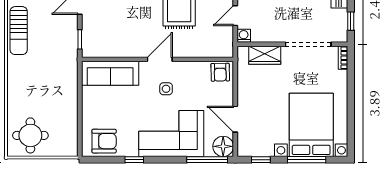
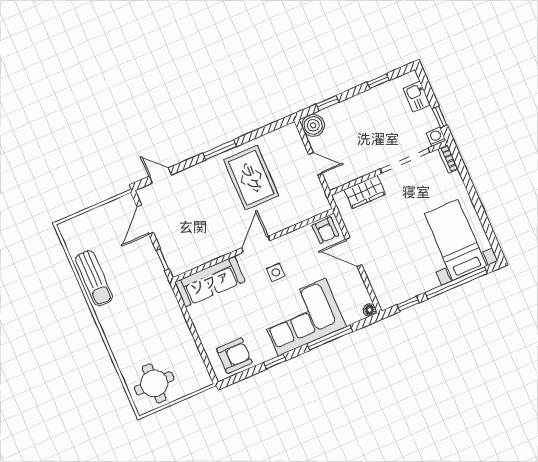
door: (235, 16) -> (315, 164), swing flipped
washing machine: (244, 36) -> (436, 137), moved
door: (235, 119) -> (354, 252), moved
bed with nightstands: (311, 125) -> (455, 240), width x0.73
floor lamp: (223, 146) -> (370, 310), width x0.53, depth x0.53
window: (207, 160) -> (330, 338), moved
window: (307, 160) -> (456, 283), width x1.46

